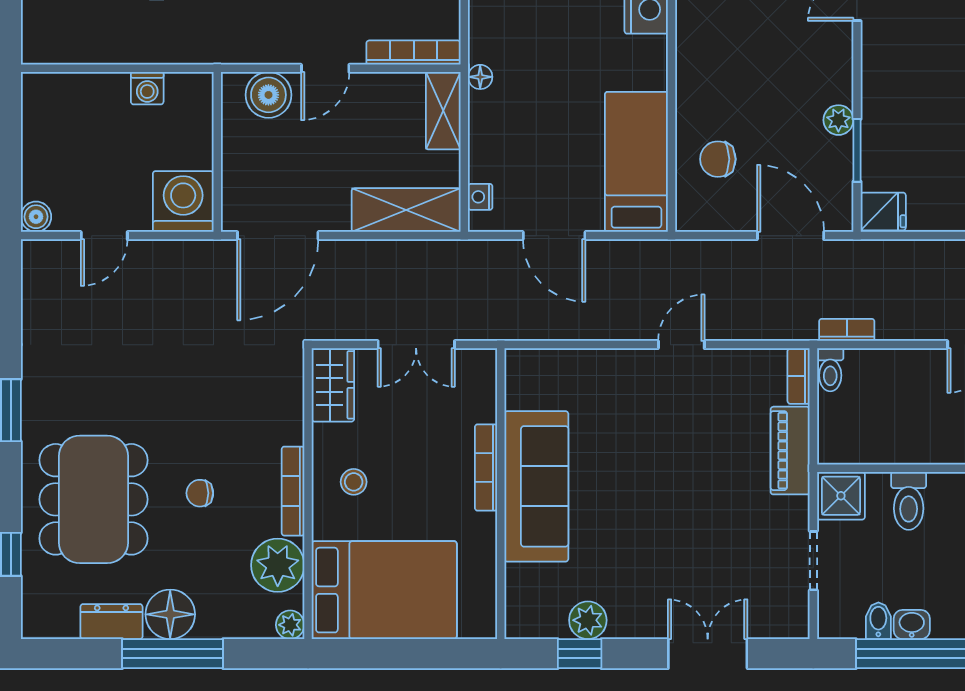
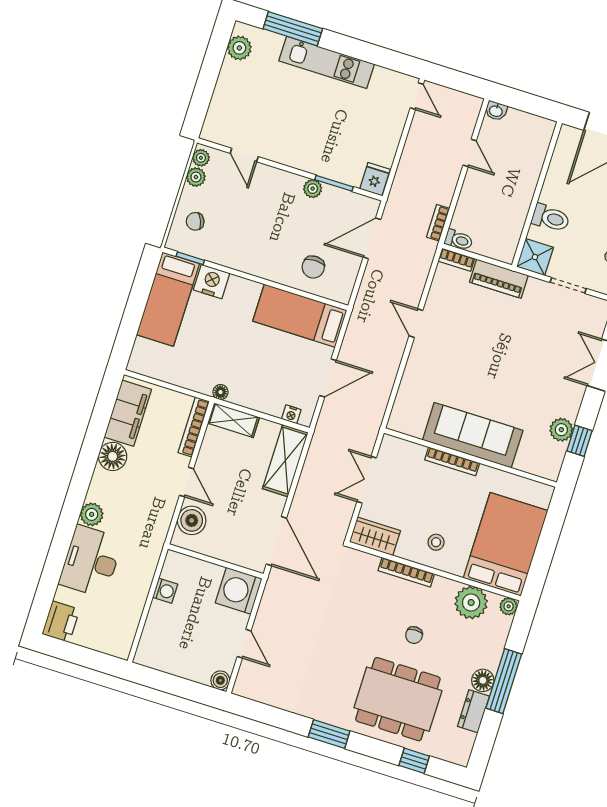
double door: (416, 345) -> (367, 480), swing flipped
bookcase: (293, 491) -> (406, 572), moved
floor lamp: (170, 614) -> (483, 680), width x0.73, depth x0.73

